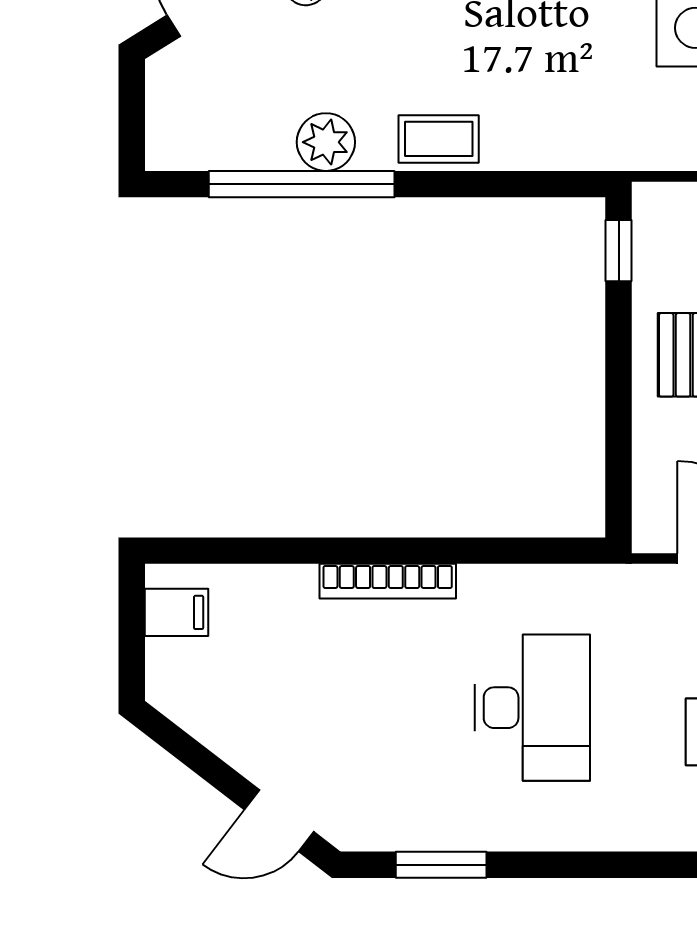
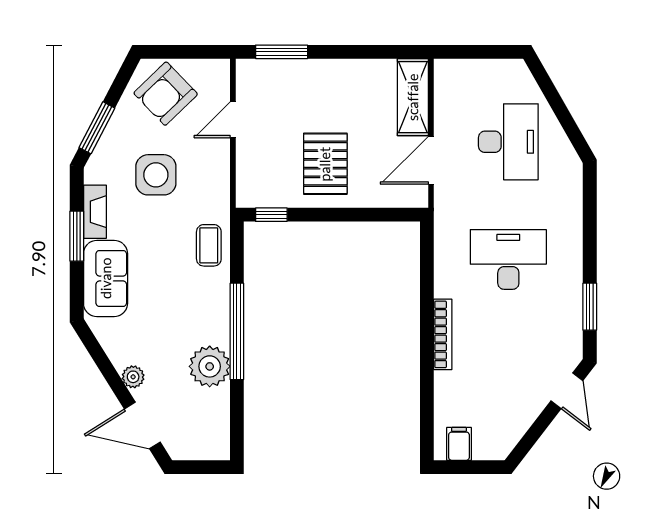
coffee table: (439, 139) -> (209, 245), moved
plant: (326, 142) -> (210, 366), width x1.36, depth x1.36
window: (302, 184) -> (237, 331), moved

